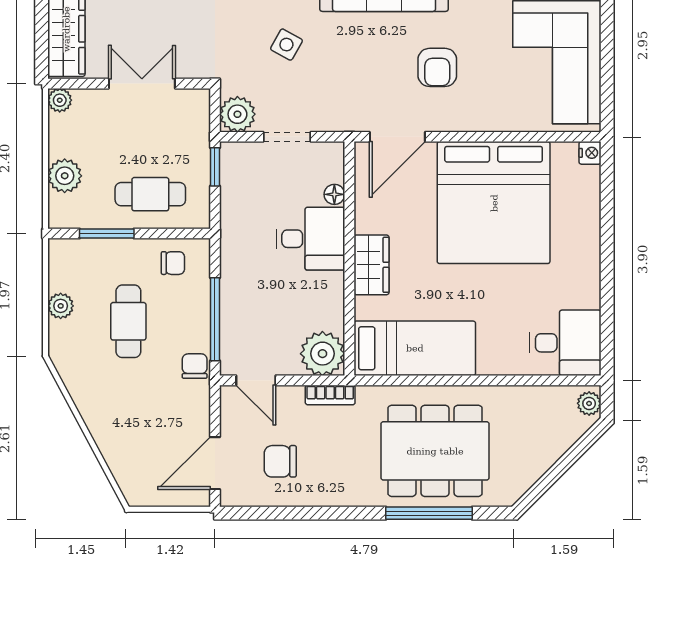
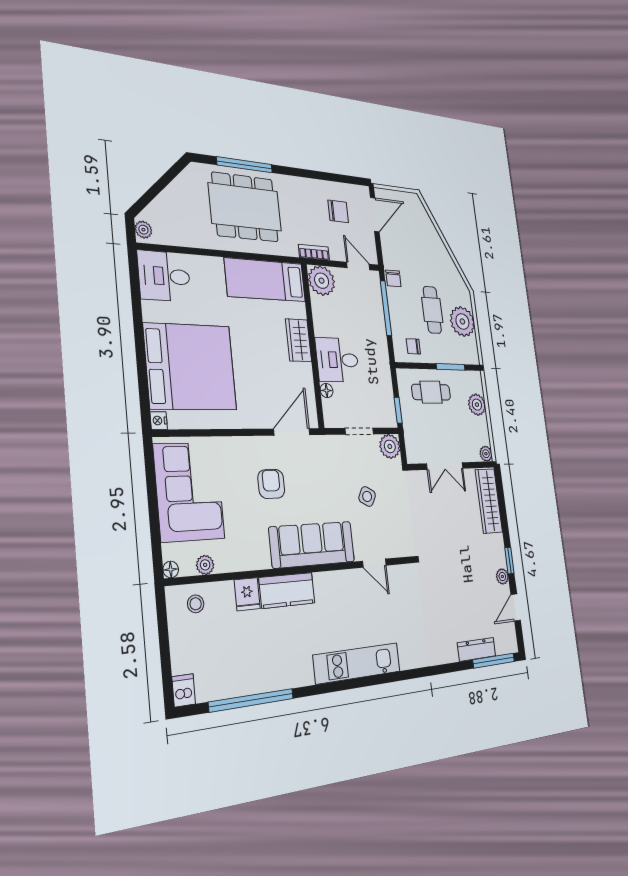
bed: (494, 203) -> (190, 367), moved, turned 90
plant: (61, 306) -> (462, 321), width x1.87, depth x1.87

